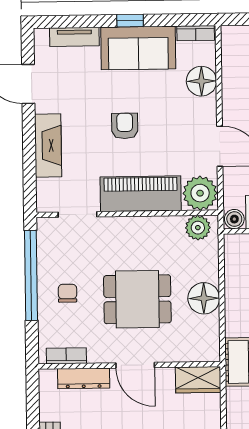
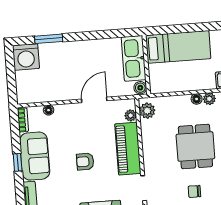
floor lamp: (201, 81) -> (49, 110), width x0.53, depth x0.53
plant: (200, 193) -> (131, 115), width x0.53, depth x0.53
floor lamp: (204, 298) -> (197, 99), width x0.53, depth x0.53
plant: (210, 326) -> (209, 99), added

